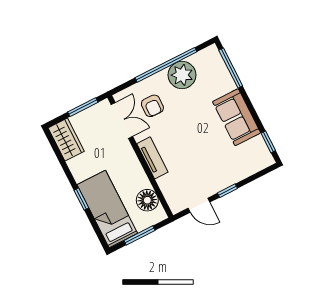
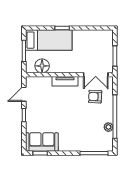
plant: (182, 75) -> (108, 127), width x0.53, depth x0.53
sofa: (237, 117) -> (42, 142), moved
wardrobe: (66, 140) -> (101, 37), removed

